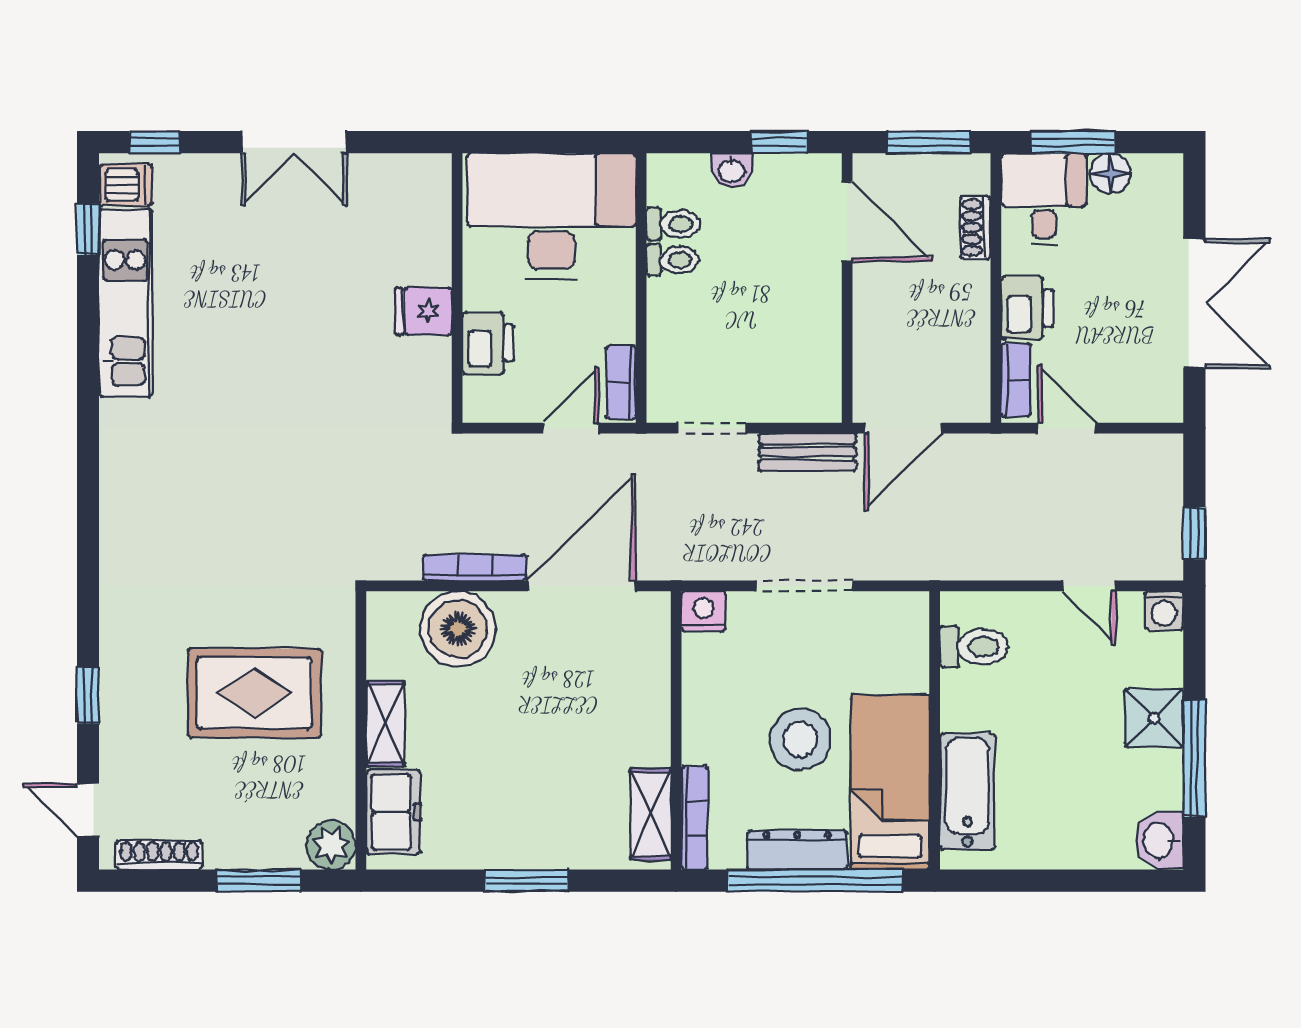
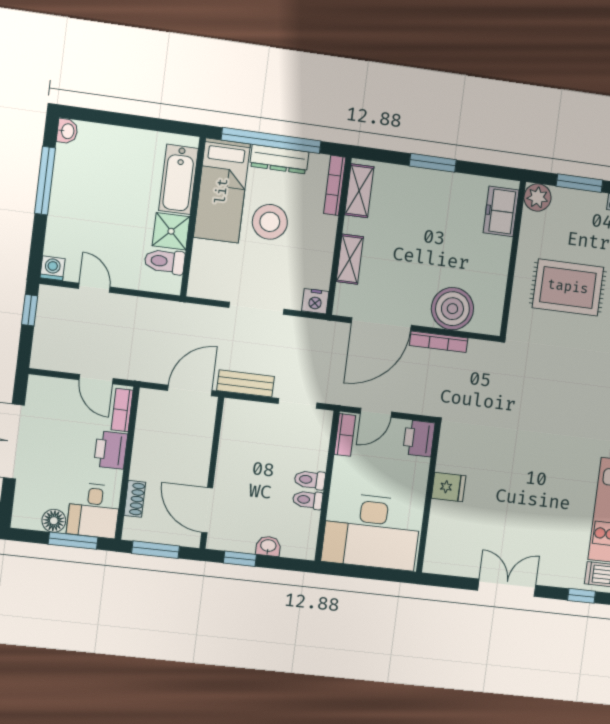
toilet: (673, 224) -> (310, 480), moved
printer: (488, 343) -> (419, 438), moved
shower: (1154, 718) -> (171, 231), moved
shelving: (385, 724) -> (350, 259), moved
washbasin: (1159, 840) -> (67, 131), width x0.72, depth x0.69

